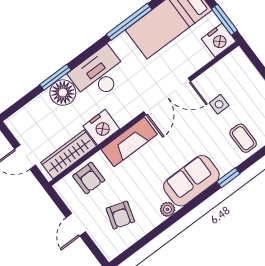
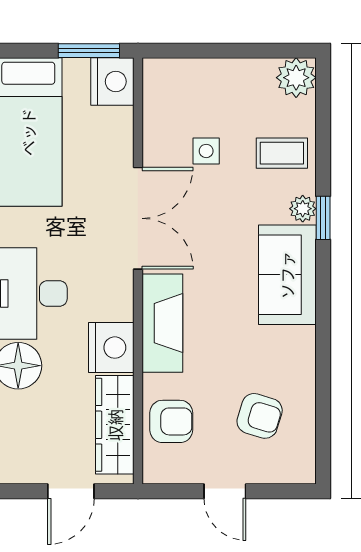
plant: (167, 209) -> (303, 209), moved

